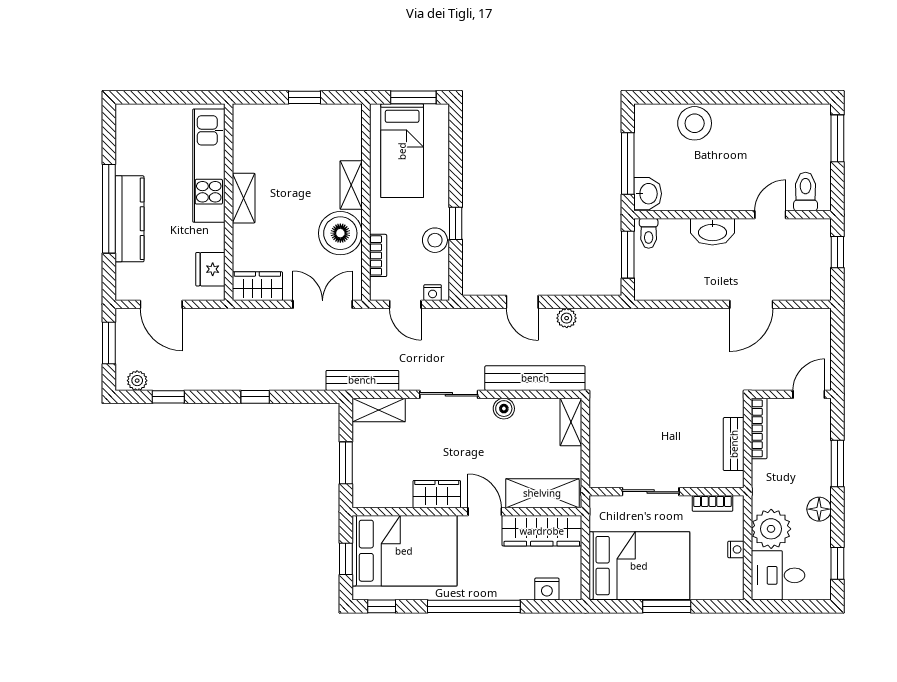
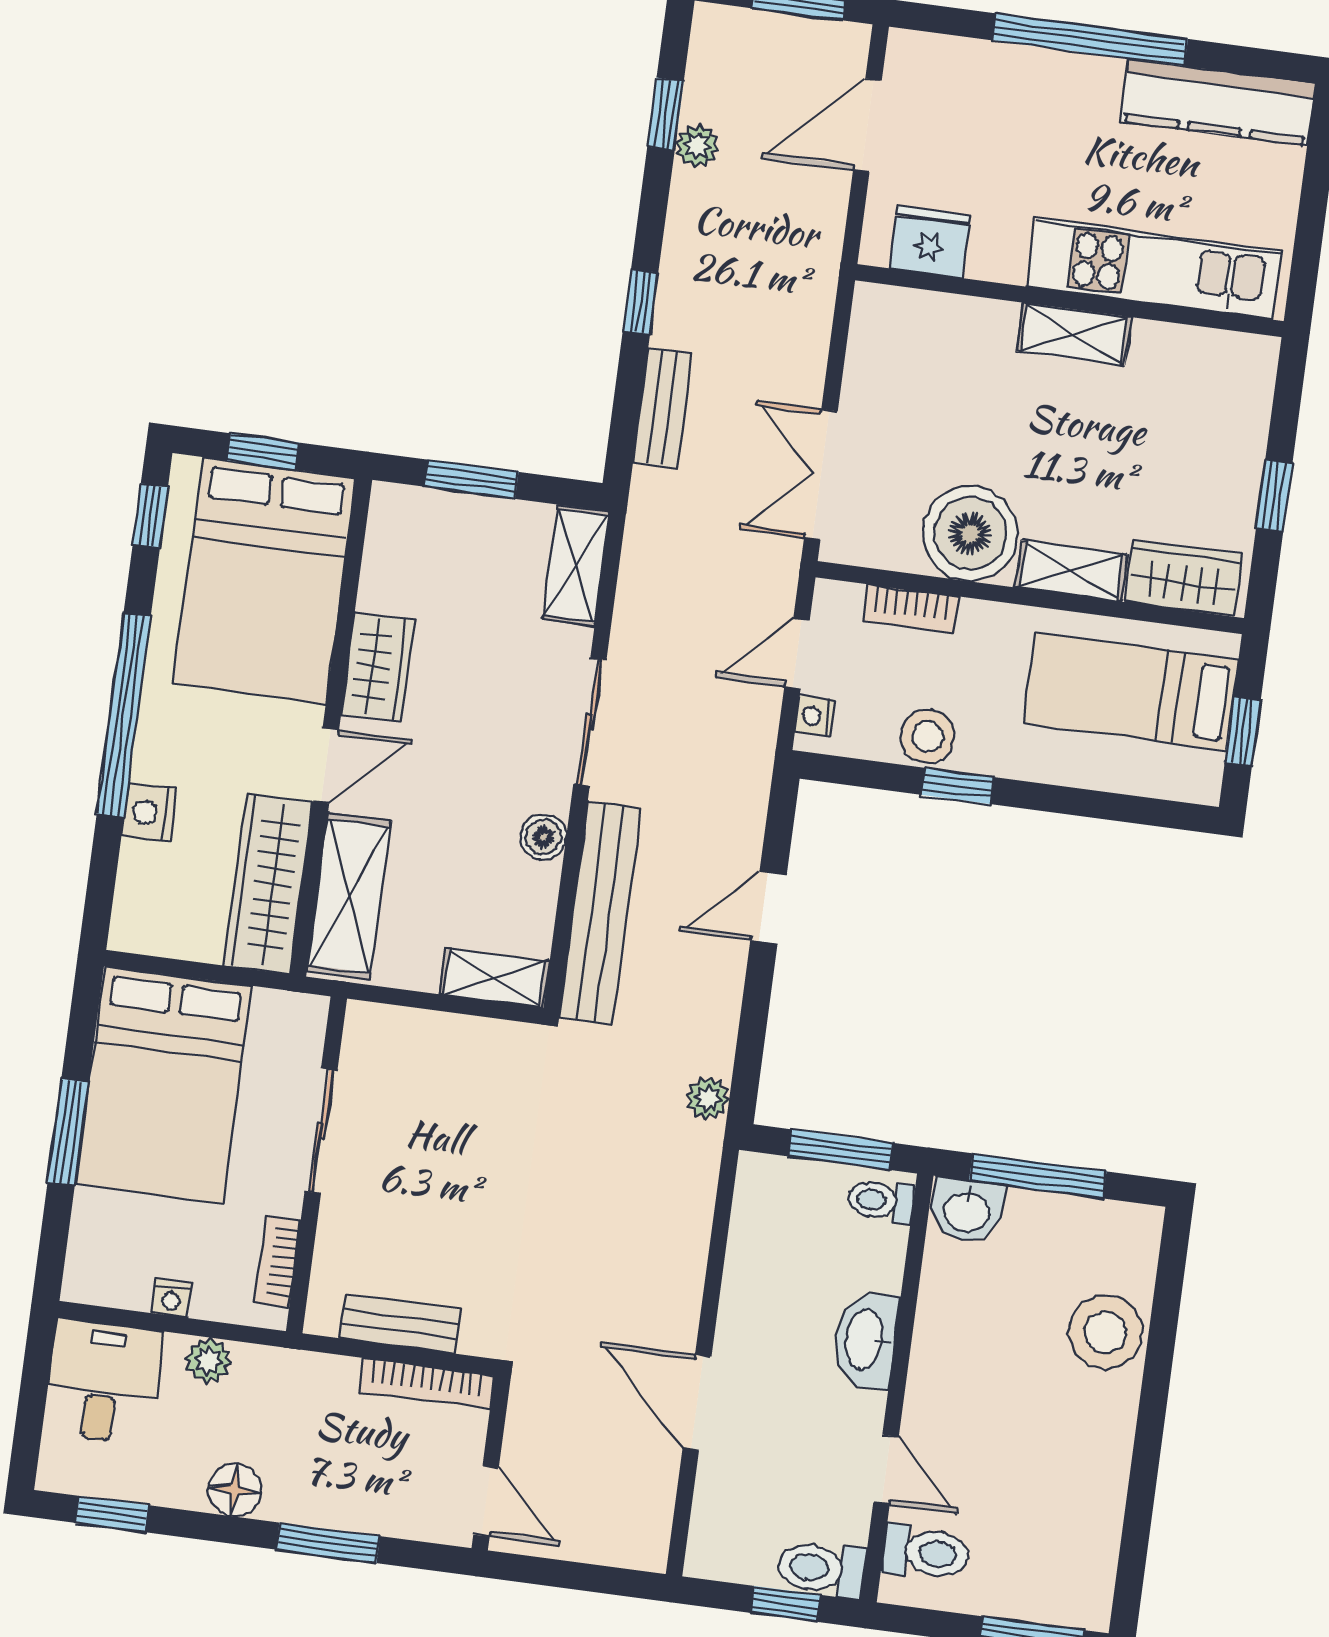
window: (413, 97) -> (1243, 731), width x0.67
kitchen counter: (129, 219) -> (1218, 102), moved
toilet: (819, 238) -> (821, 1569), added
wardrobe: (257, 286) -> (1184, 578), moved, turned -90
double door: (323, 304) -> (821, 475), swing flipped
plant: (567, 318) -> (708, 1098), moved
bench: (362, 380) -> (662, 408), moved, width x0.73
plant: (137, 381) -> (697, 146), moved
plant: (771, 529) -> (208, 1360), width x0.53, depth x0.53
nightstand: (547, 589) -> (149, 813), moved

